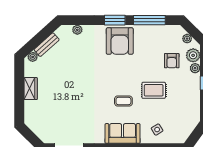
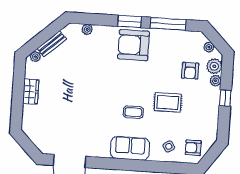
armchair: (120, 41) -> (134, 45), turned 90
armchair: (179, 129) -> (193, 148), added

